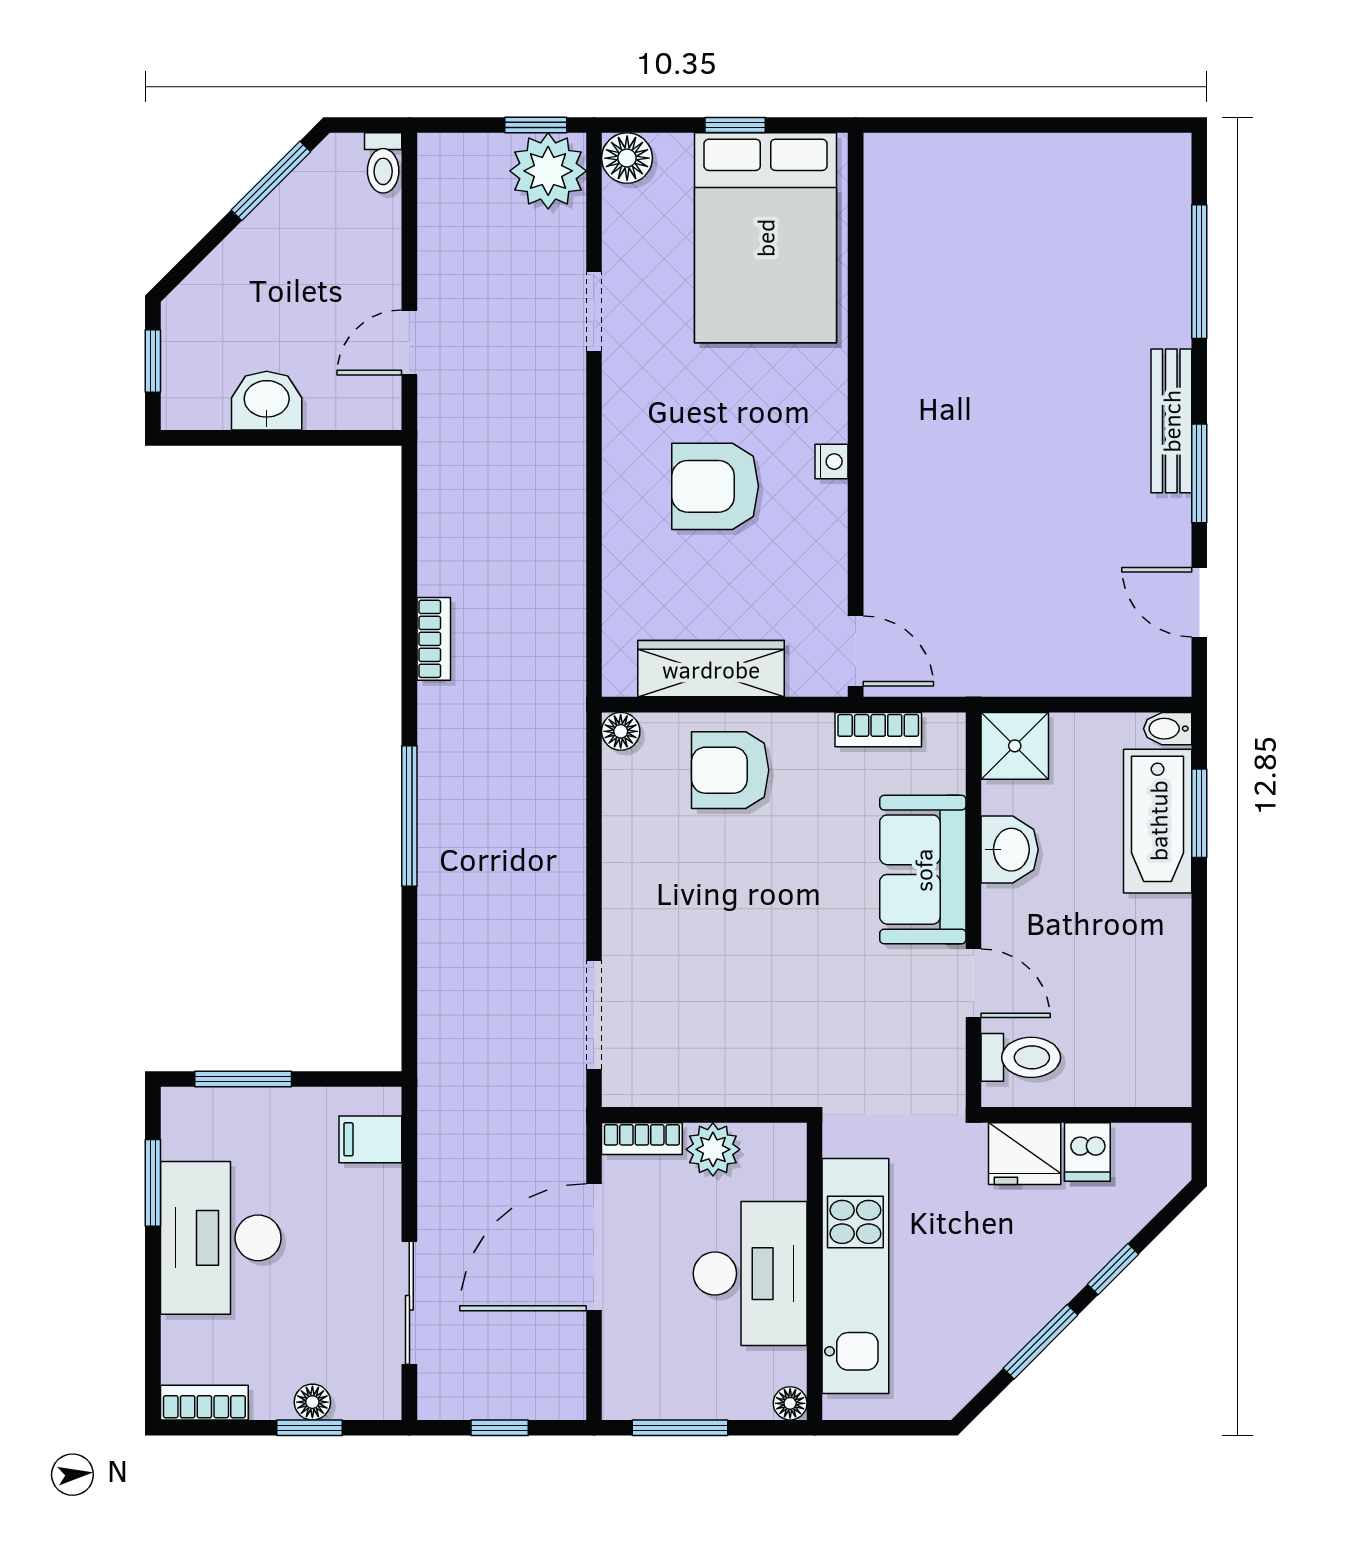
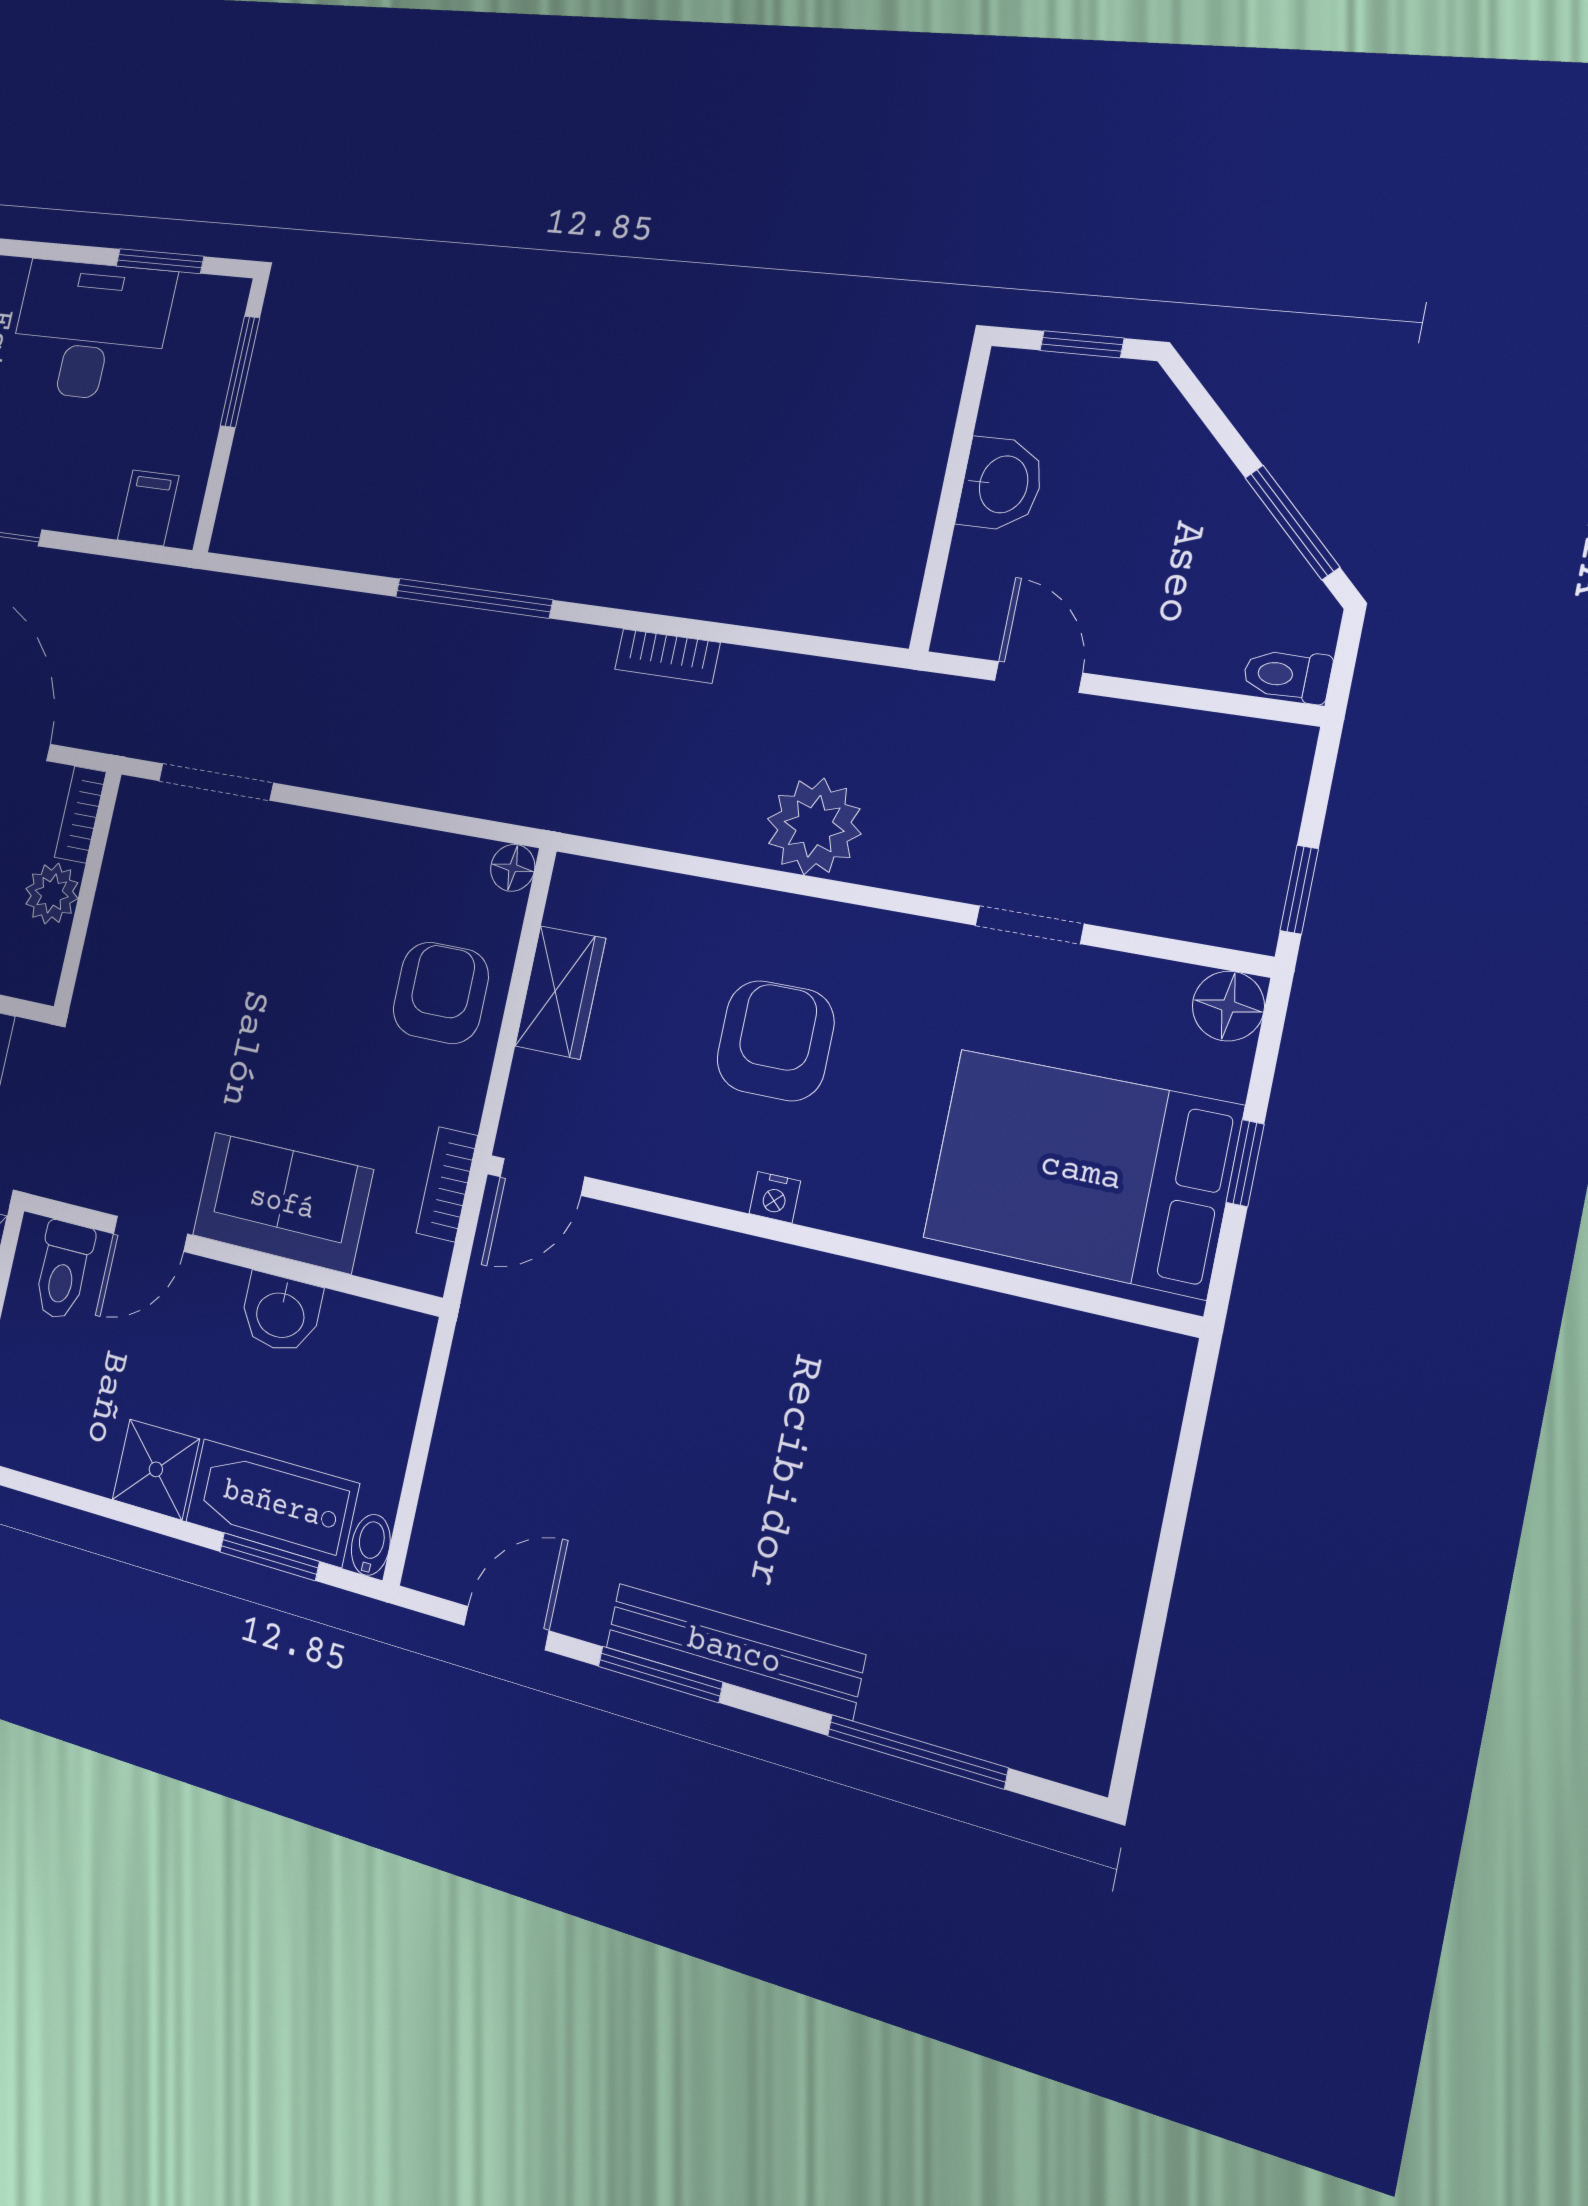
plant: (548, 171) -> (814, 826), moved
bench: (1171, 421) -> (734, 1651), width x1.37, depth x1.21
wardrobe: (711, 669) -> (560, 992), width x0.67
shower: (1015, 746) -> (156, 1469), moved

